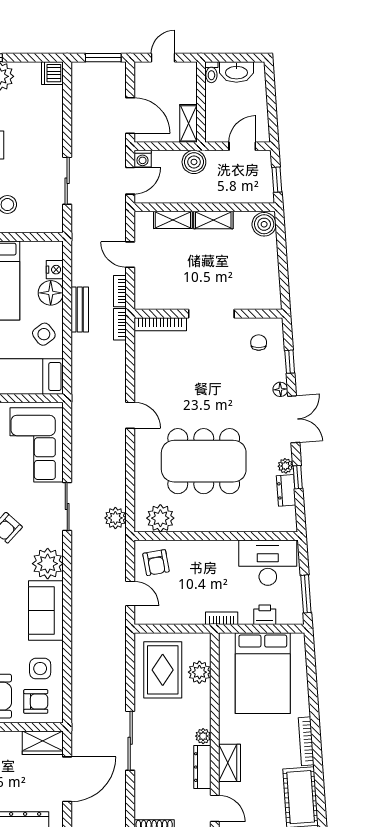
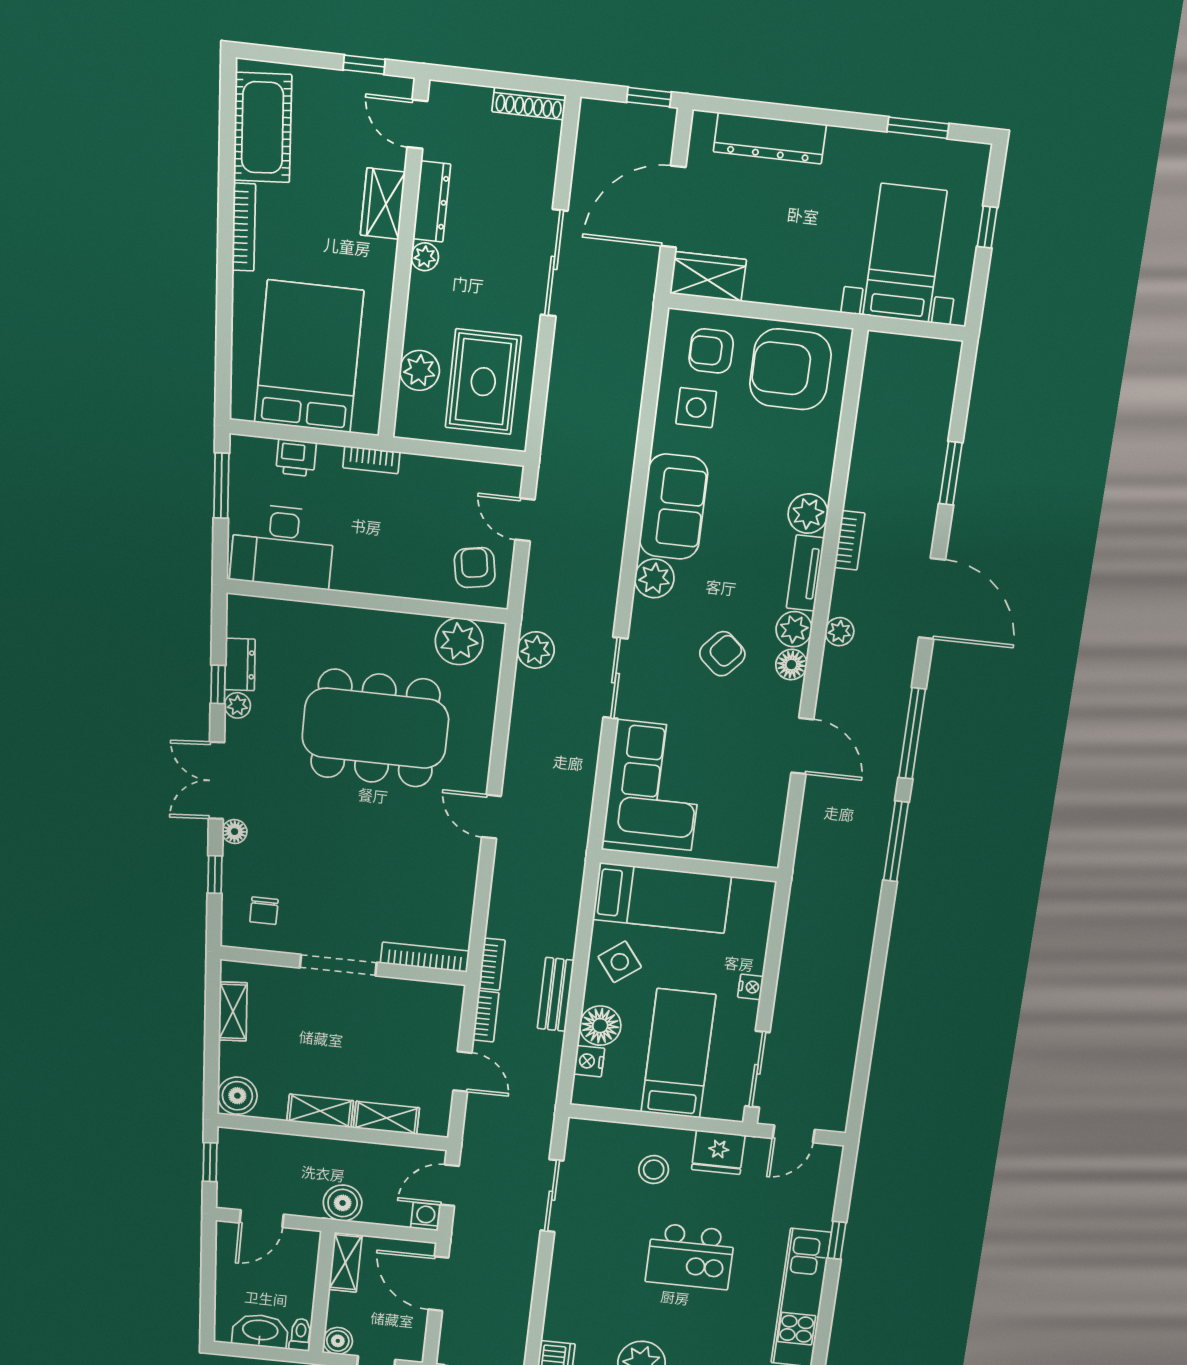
boiler: (188, 71) -> (338, 1341), added
shelving: (271, 278) -> (233, 1011), added
plant: (48, 564) -> (654, 578), width x0.73, depth x0.73

